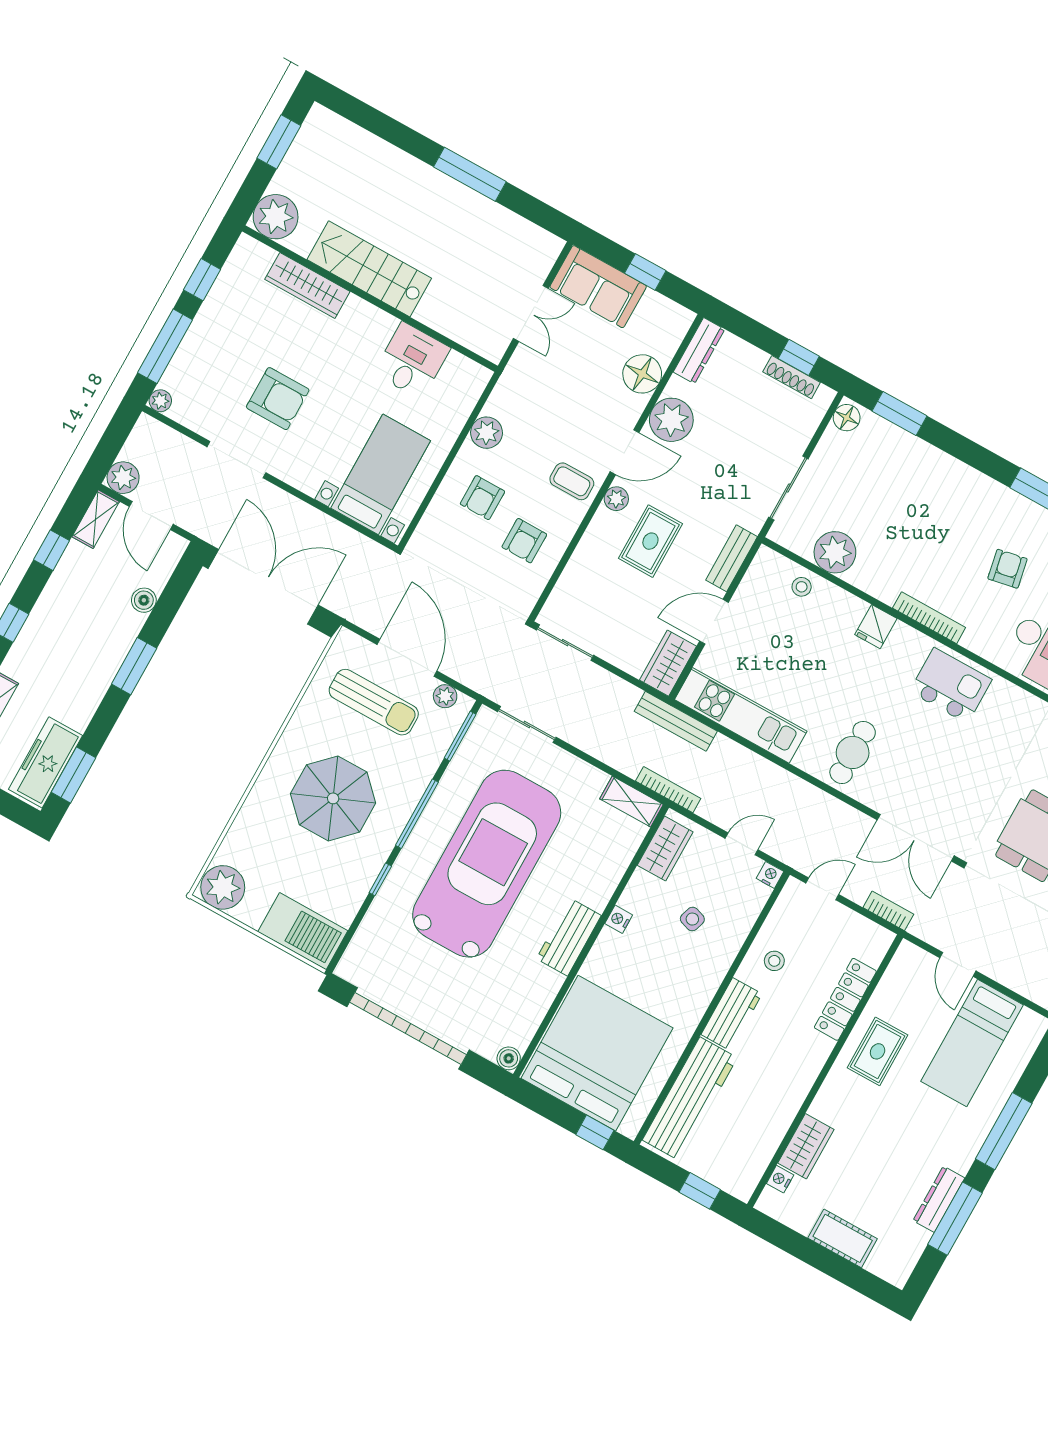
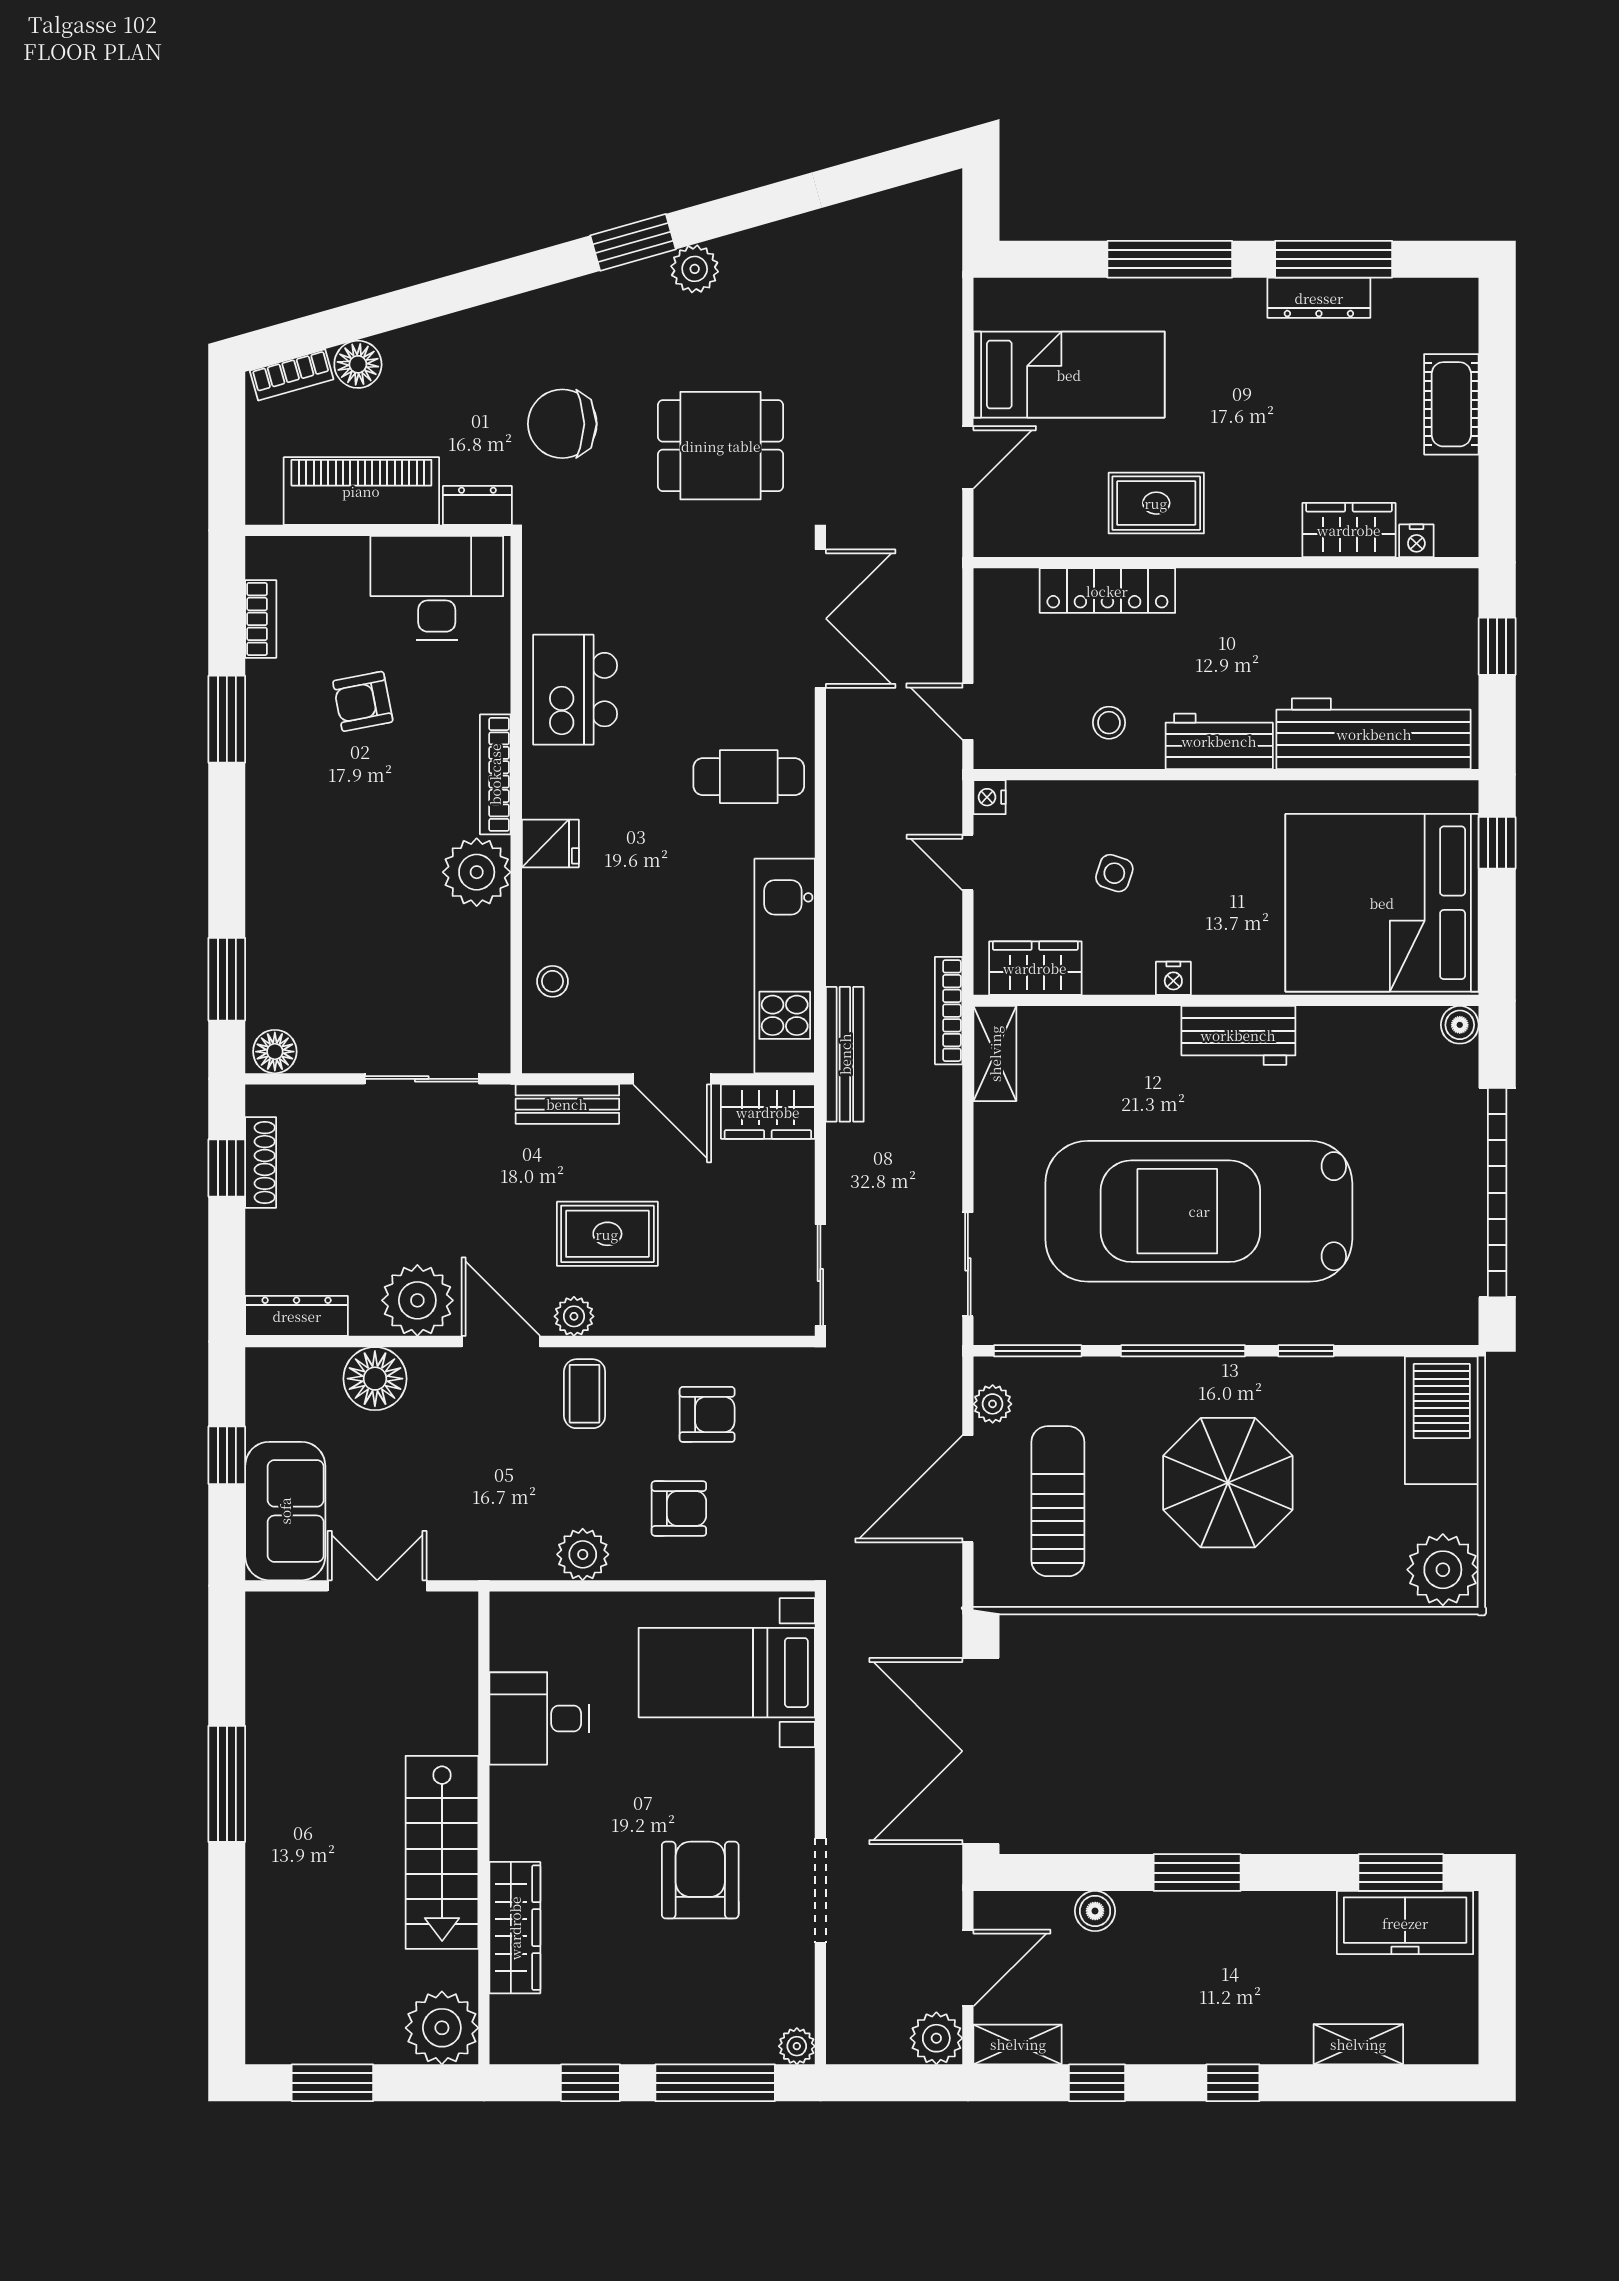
plant: (835, 552) -> (477, 872), moved
bookcase: (888, 911) -> (947, 599), removed

